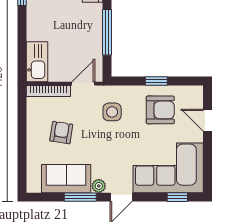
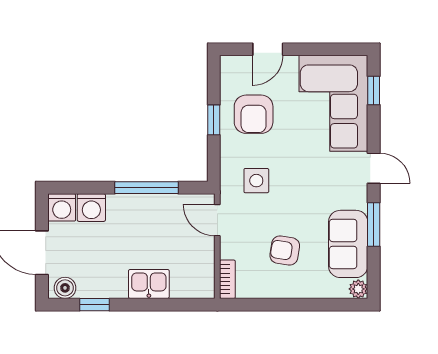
kitchen sink: (37, 62) -> (149, 284), moved, width x0.73
bookcase: (48, 91) -> (227, 279), width x0.64
armchair: (160, 110) -> (254, 114), turned 180
plant: (99, 186) -> (358, 289), moved

